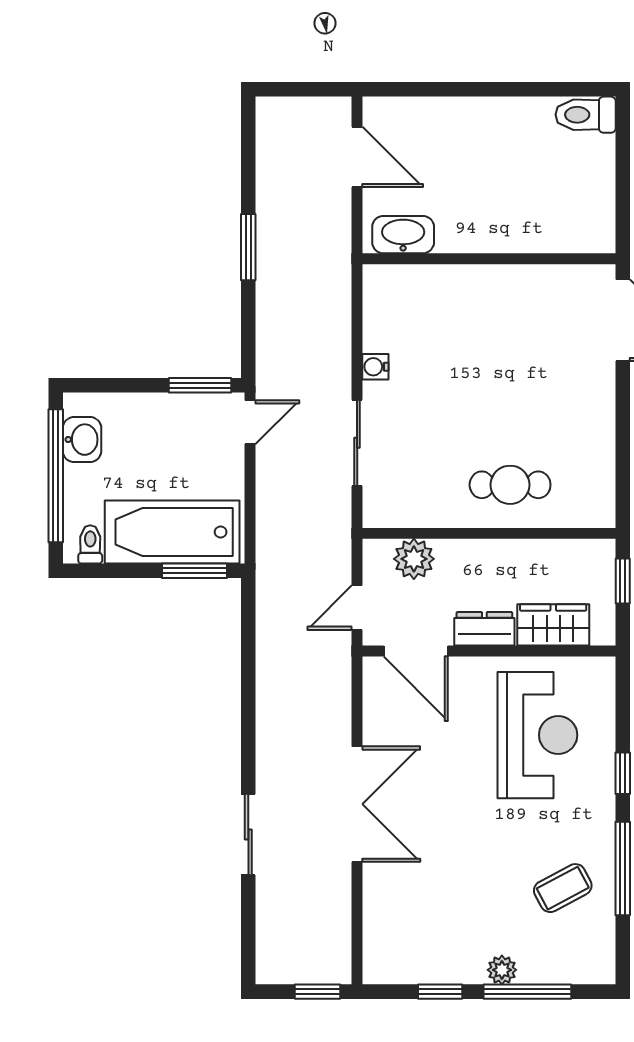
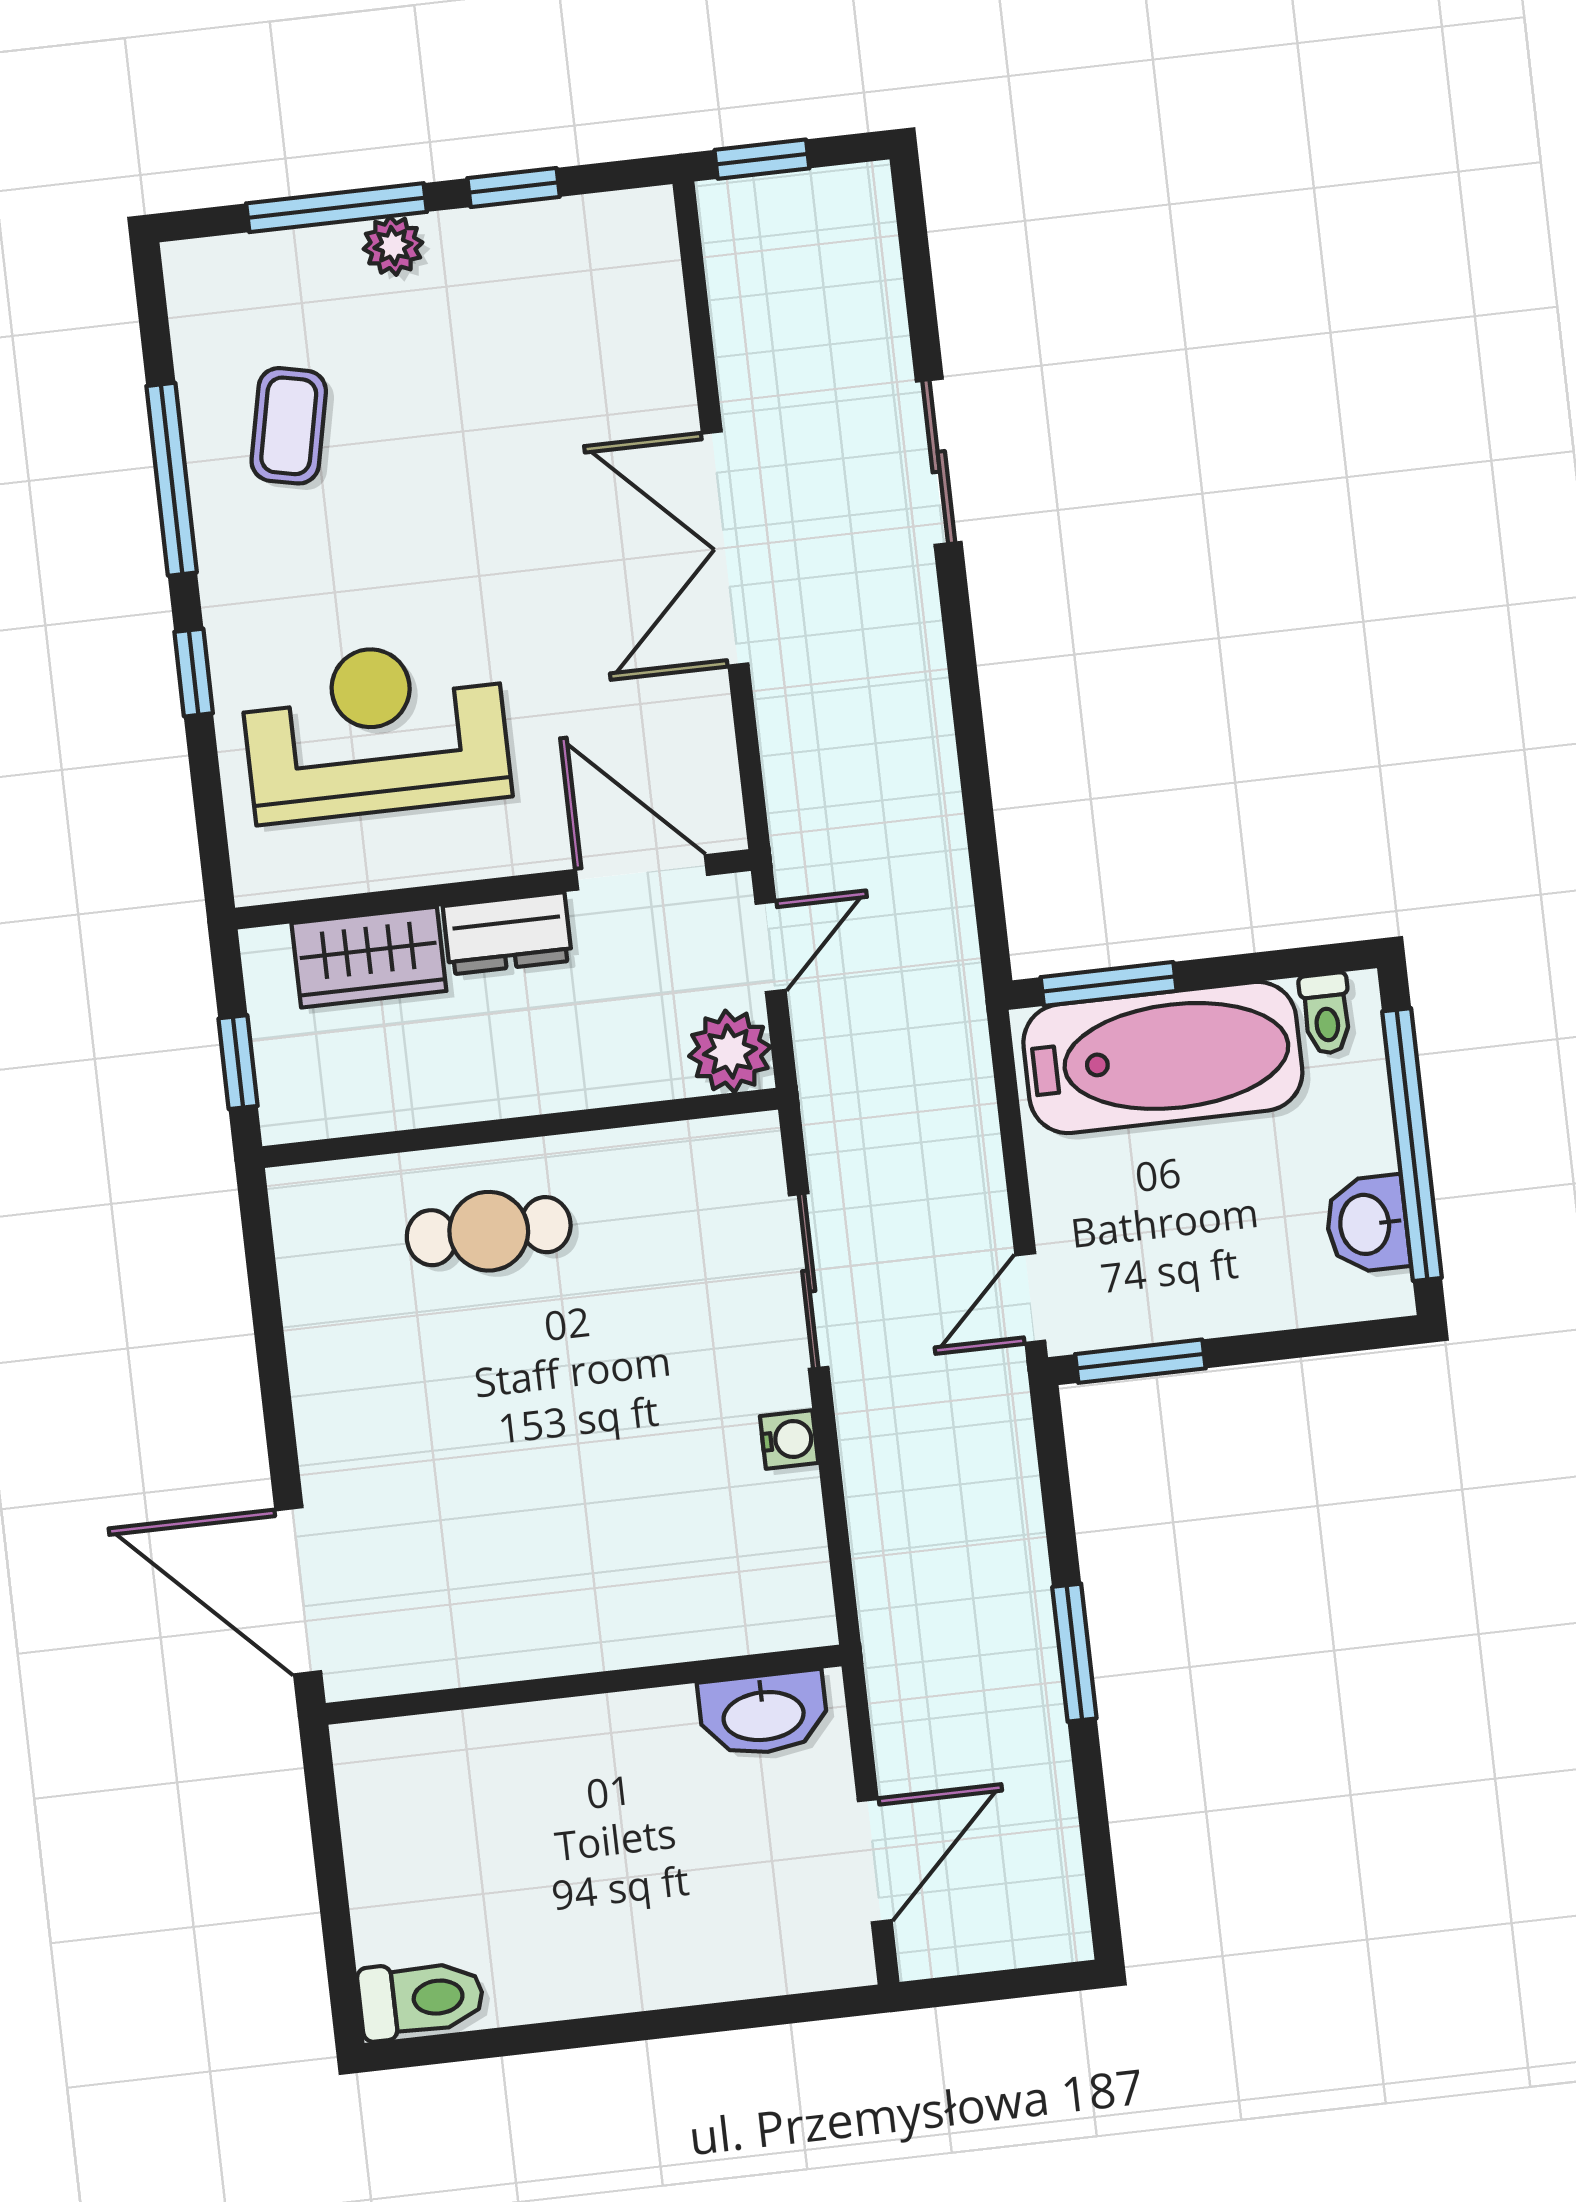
door: (357, 157) -> (875, 1861), swing flipped
plant: (414, 559) -> (730, 1051), moved
reception desk: (537, 735) -> (375, 730), turned 90
coffee table: (563, 888) -> (289, 426), turned -50

